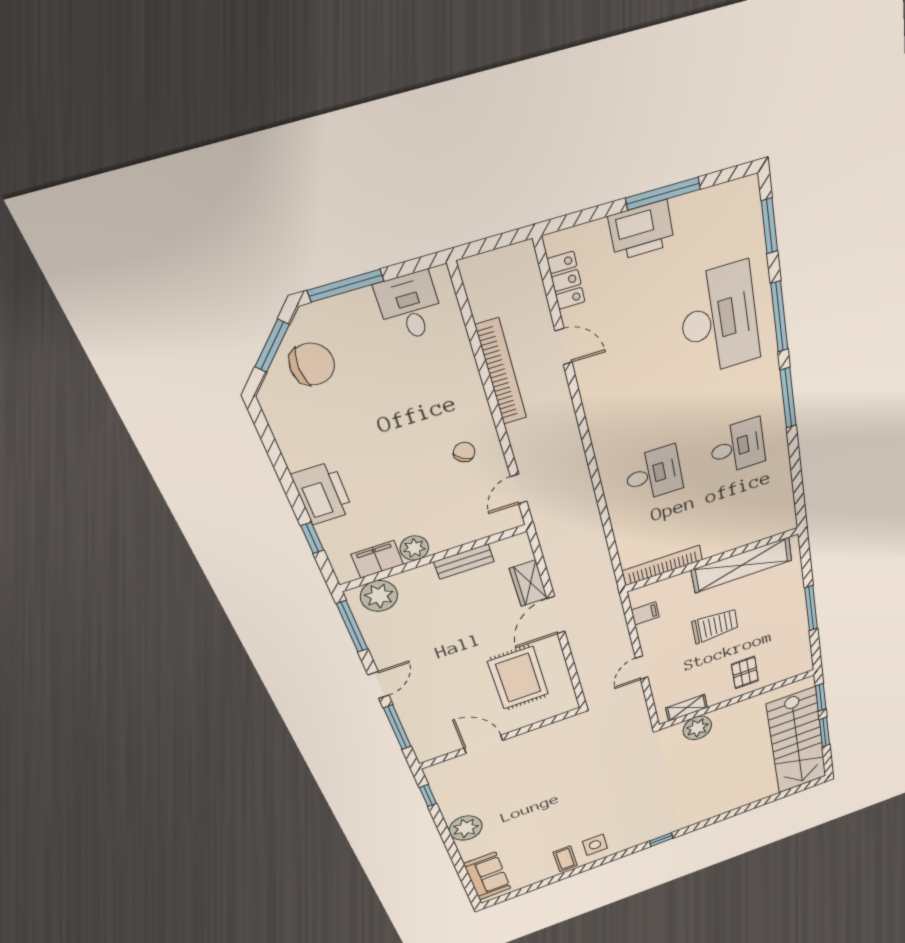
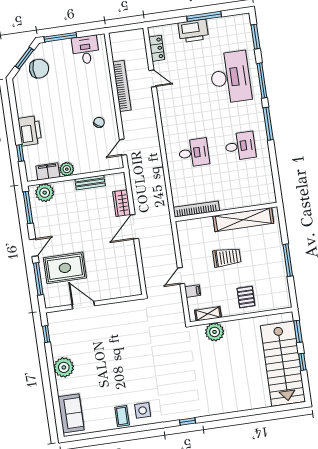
filing cabinet: (645, 613) -> (193, 291), moved
rug: (518, 678) -> (65, 268), moved, turned 90
window: (825, 732) -> (302, 362), width x0.67

